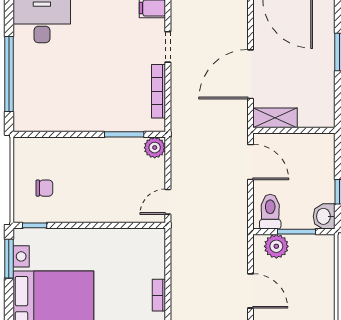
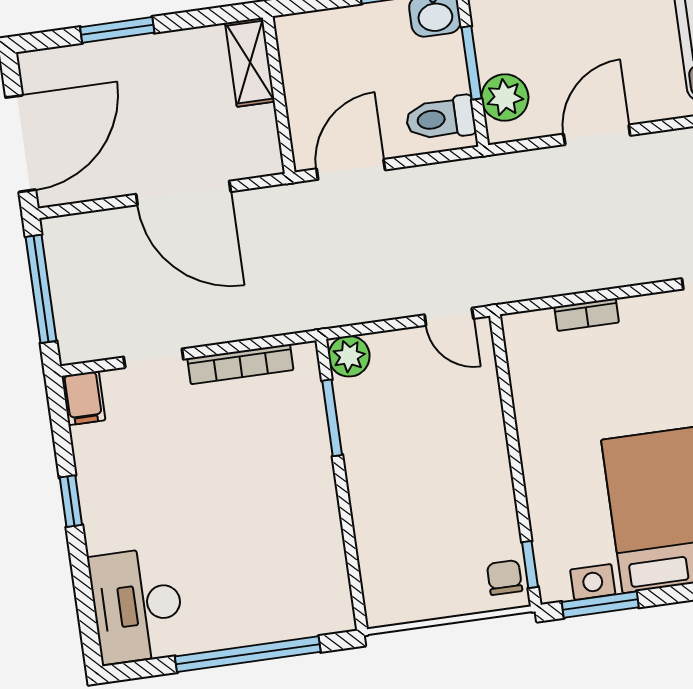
shelving: (275, 118) -> (250, 62), moved
chair: (44, 188) -> (505, 578), moved
bookcase: (159, 295) -> (587, 315), moved

